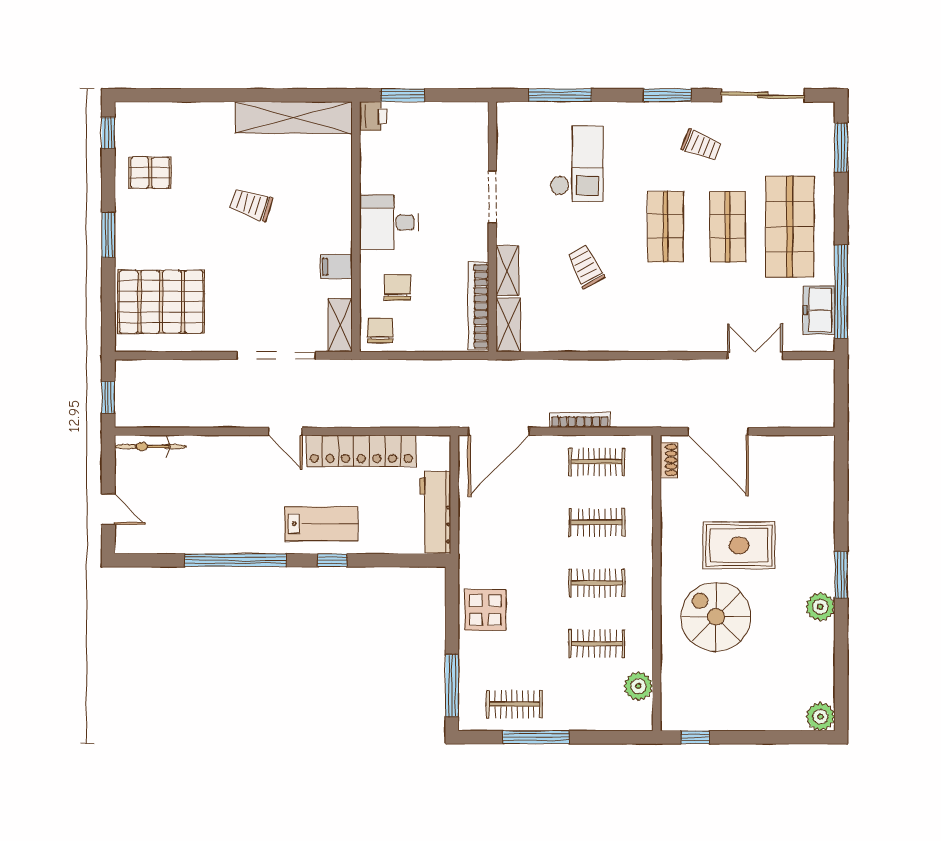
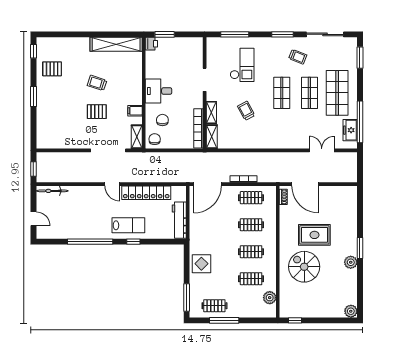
pallet: (161, 302) -> (97, 112), moved, width x0.49, depth x0.50

